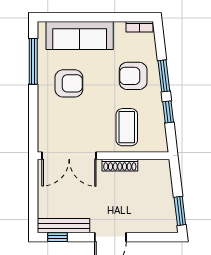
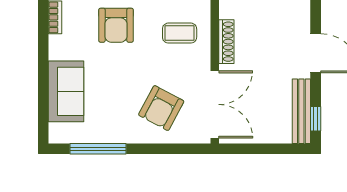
sofa: (80, 36) -> (66, 91), width x0.73
armchair: (69, 83) -> (161, 108), moved, turned -152
coffee table: (127, 127) -> (180, 33), width x0.73, depth x0.77

